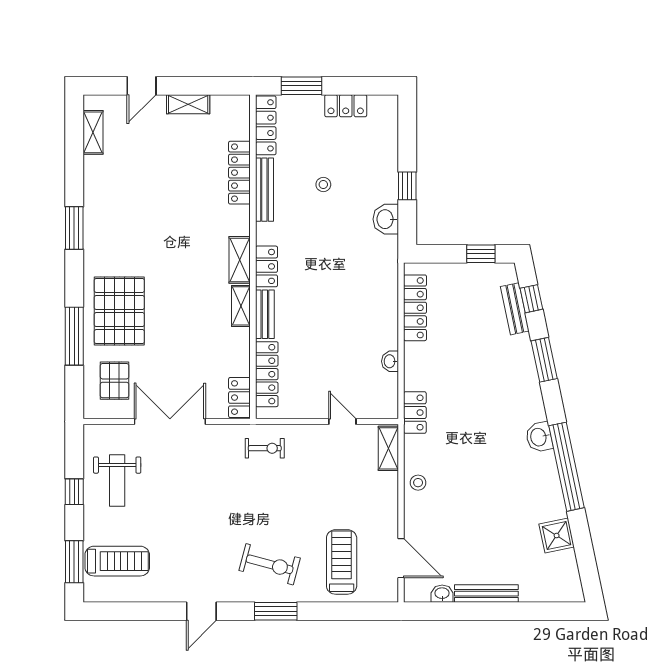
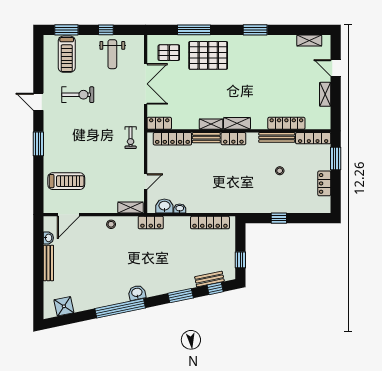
washbasin: (386, 219) -> (164, 206), moved
weight bench: (117, 481) -> (112, 54), turned -90
shower: (557, 536) -> (64, 306), moved
exercise bike: (270, 564) -> (78, 95), moved, turned -105

